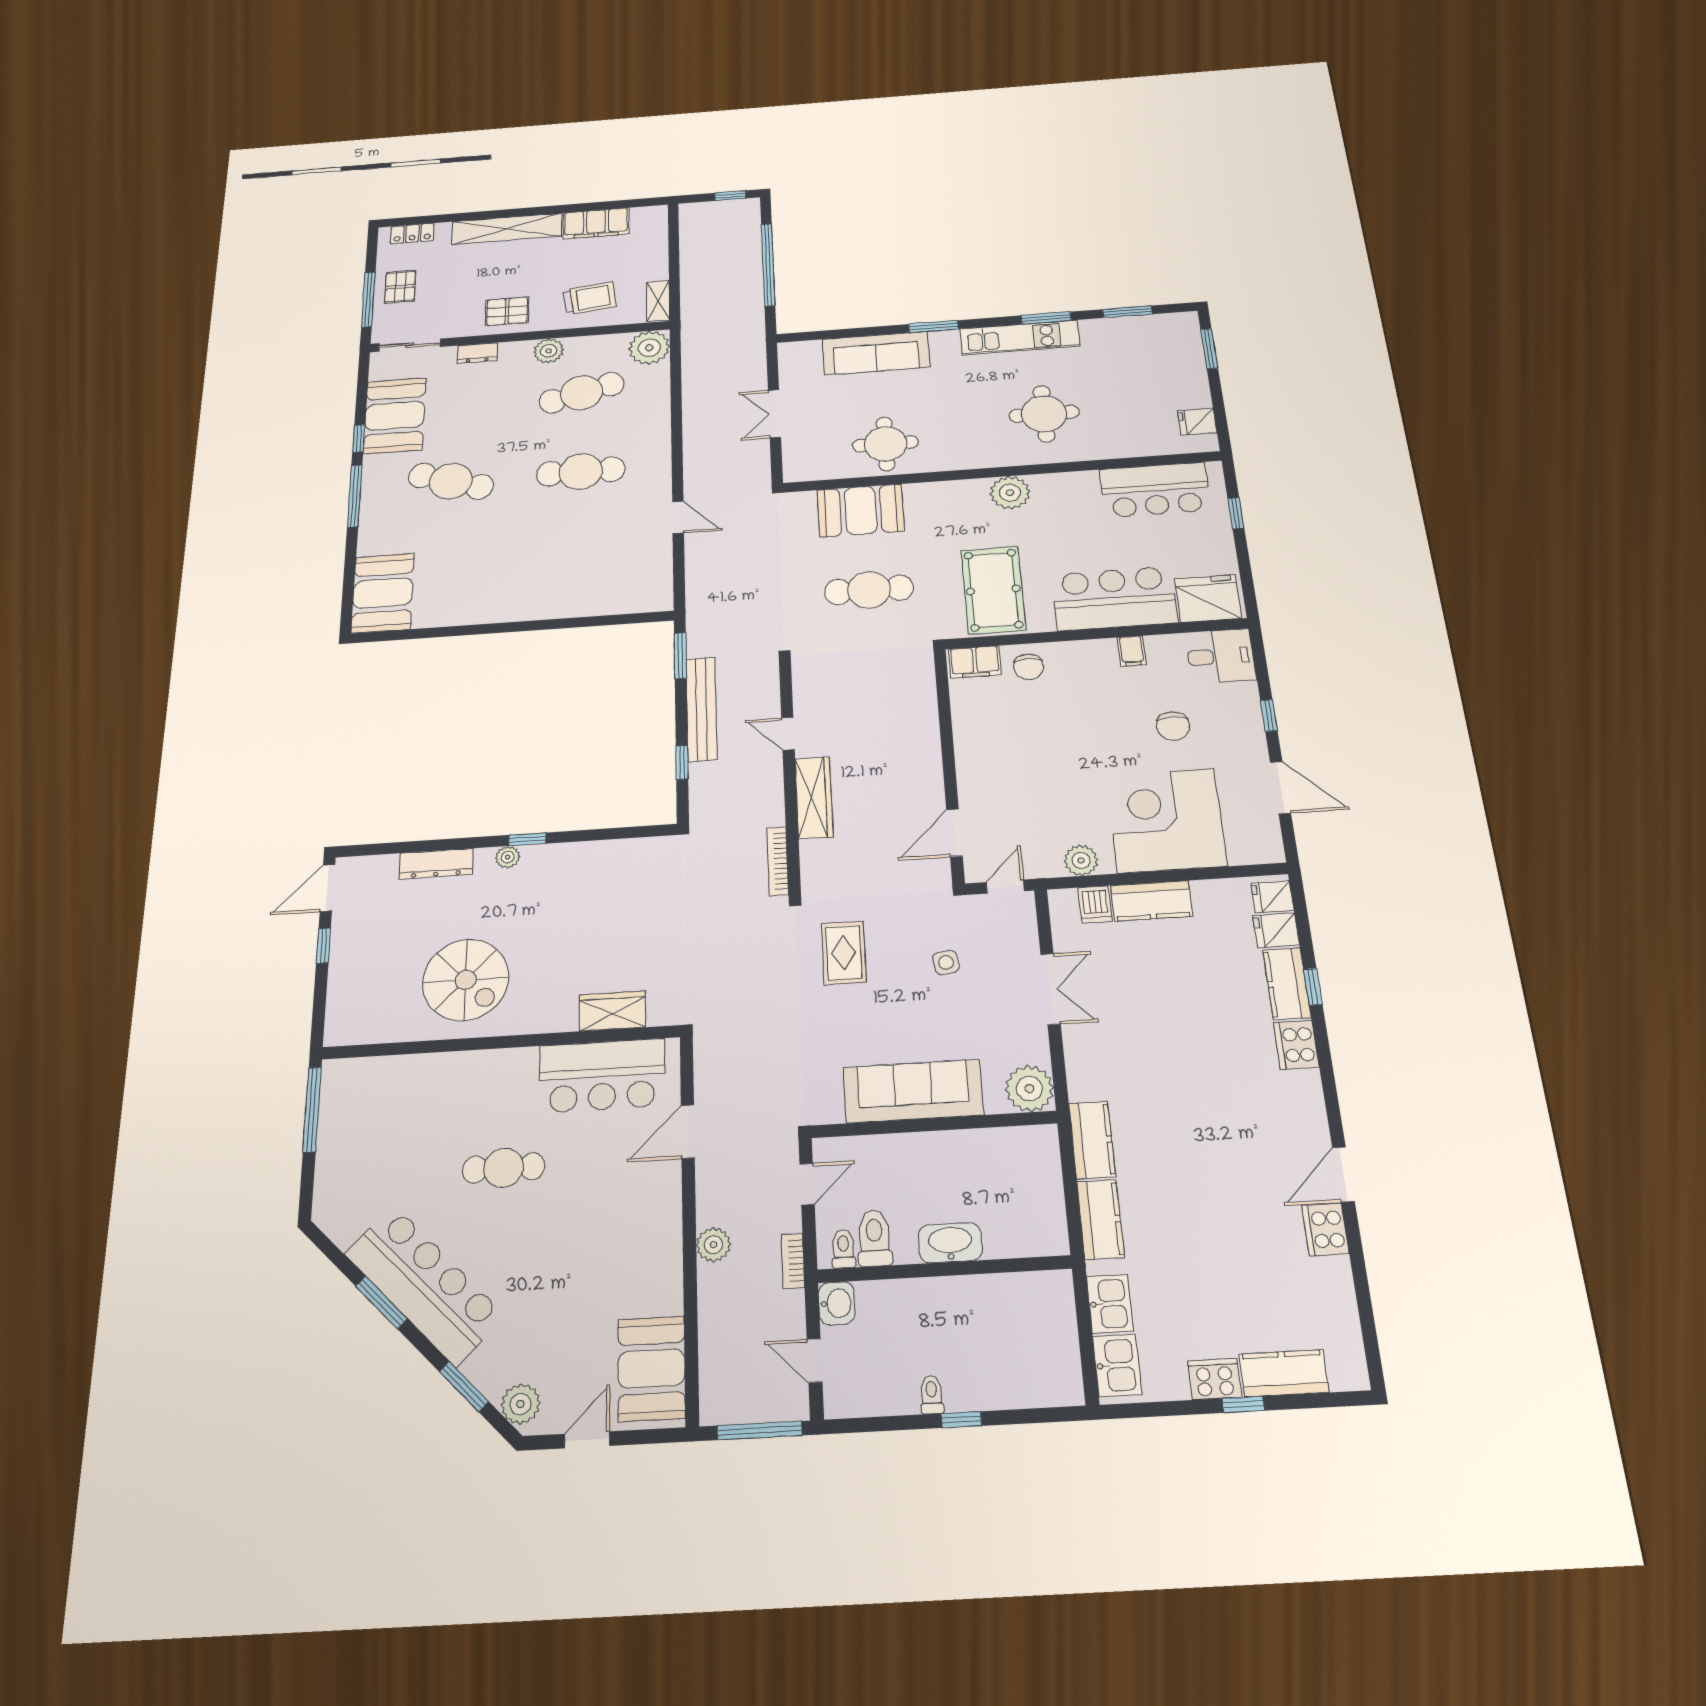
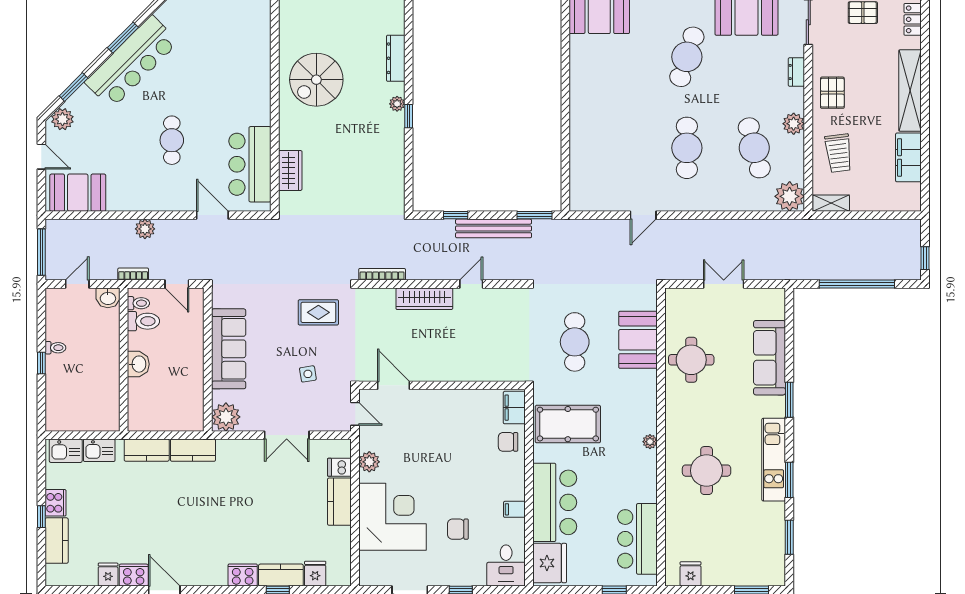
plant: (1010, 493) -> (650, 442), width x0.53, depth x0.53
fridge: (1272, 897) -> (108, 575), moved
cafe table: (504, 1168) -> (172, 140), moved
washbasin: (950, 1243) -> (138, 364), width x0.72

